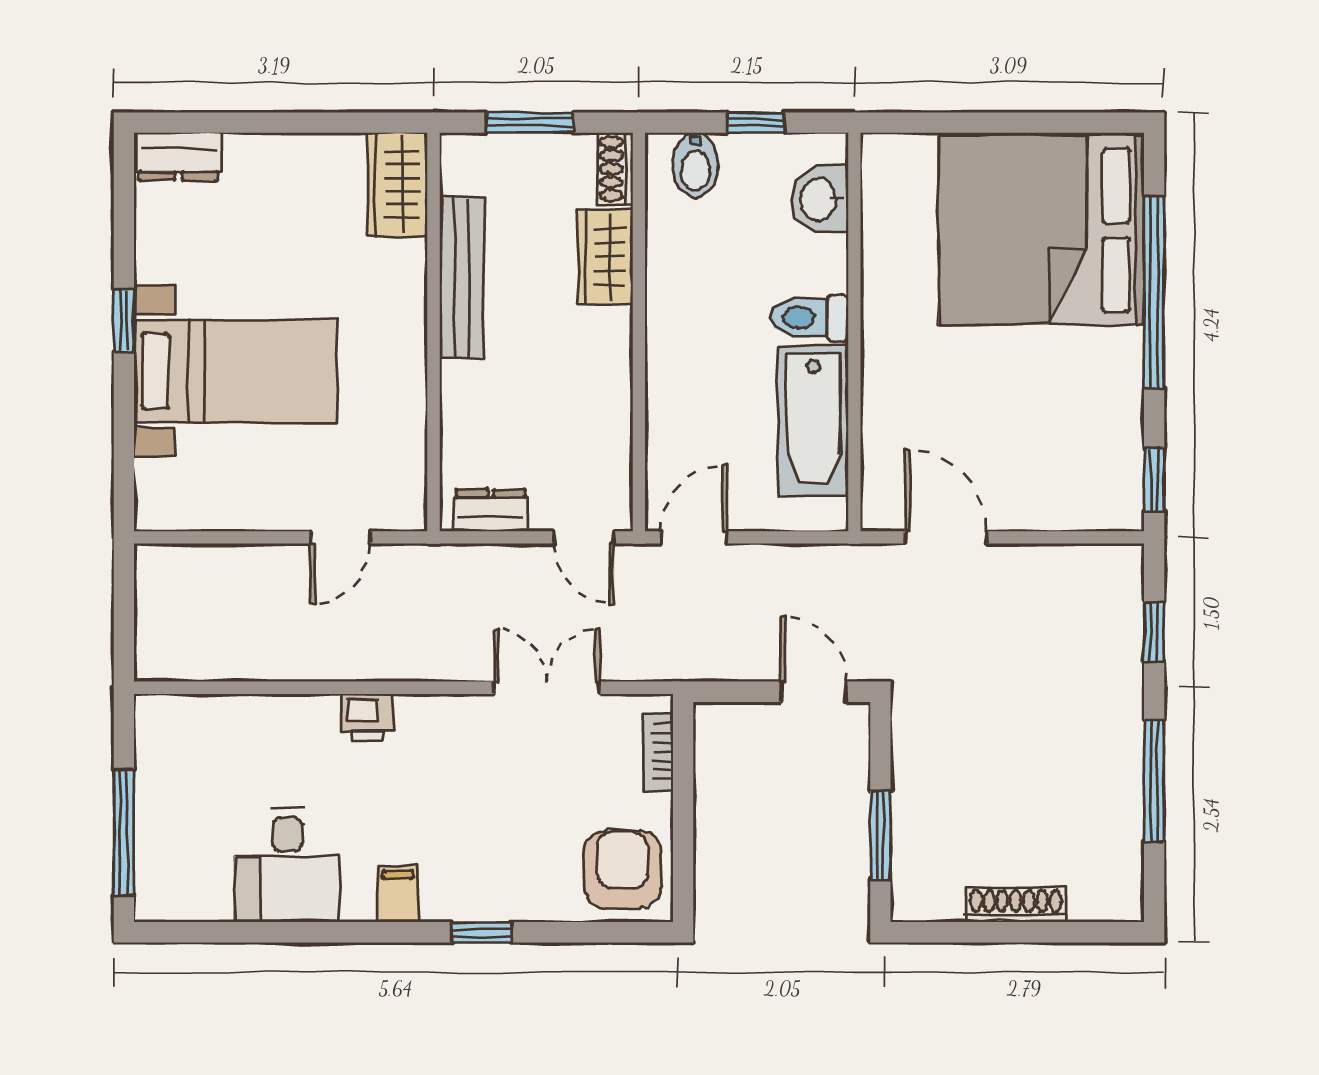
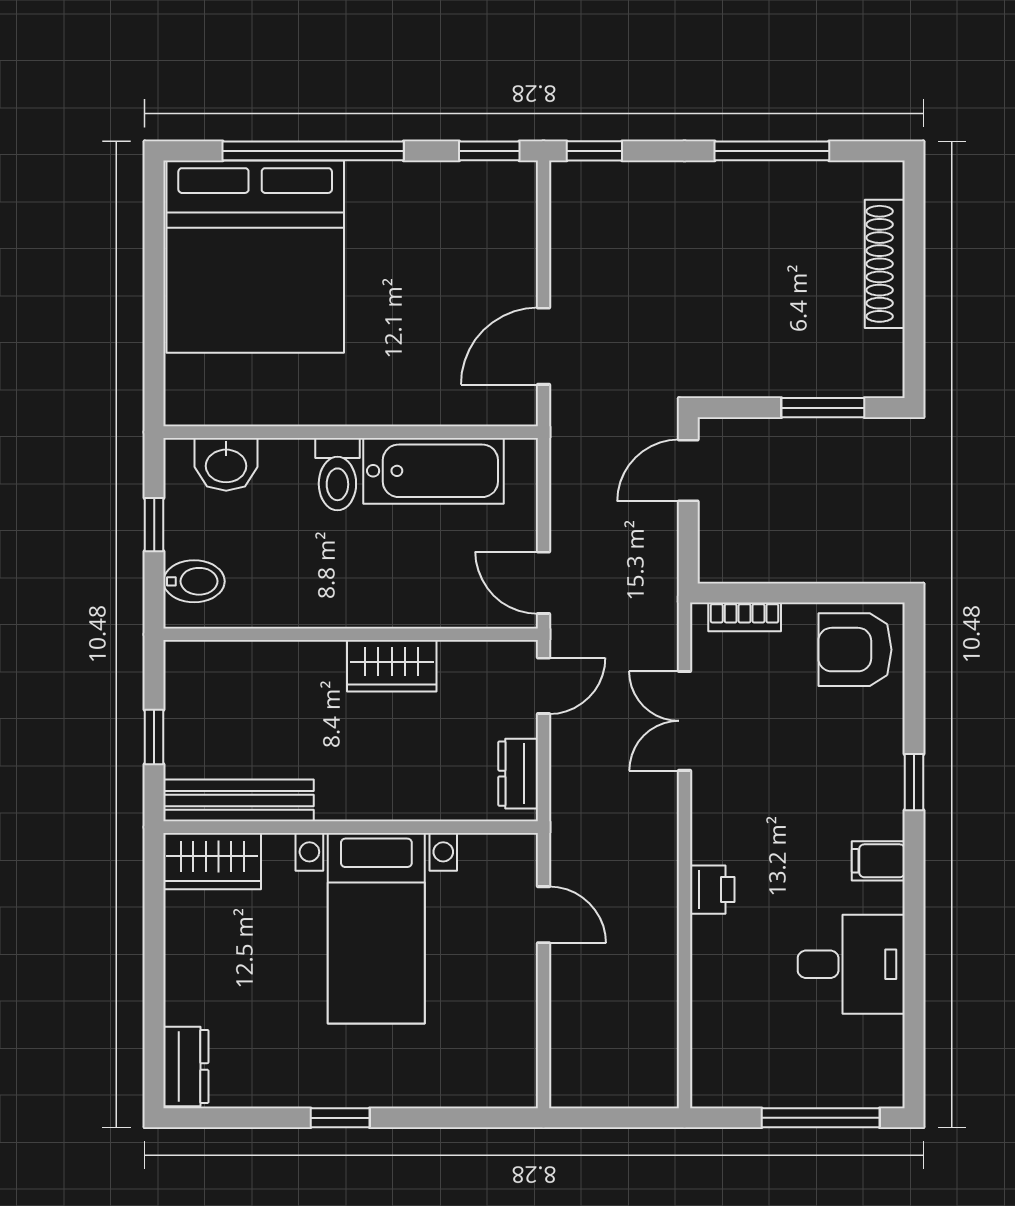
window: (530, 123) -> (154, 737), width x0.67
shoe rack: (615, 169) -> (197, 656), removed
wardrobe: (605, 257) -> (392, 666), moved
bench: (462, 277) -> (239, 800), moved
bed with nightstands: (236, 371) -> (376, 928), moved, turned 180
window: (1154, 632) -> (594, 151), moved
shoe rack: (1016, 905) -> (885, 264), width x1.36, depth x1.24

